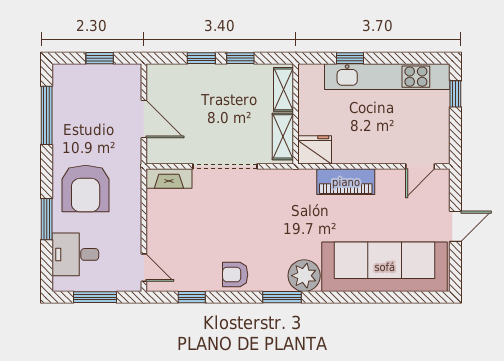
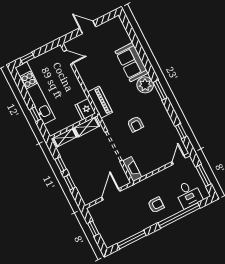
piano: (346, 182) -> (100, 102), moved
armchair: (86, 189) -> (156, 205), width x0.53, depth x0.53
window: (47, 219) -> (179, 215), width x2.11
sofa: (385, 267) -> (132, 62), width x0.54, depth x0.79
armchair: (235, 275) -> (135, 124), moved

